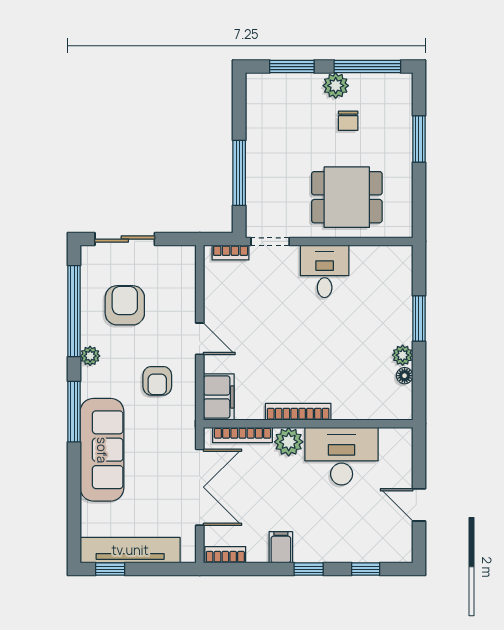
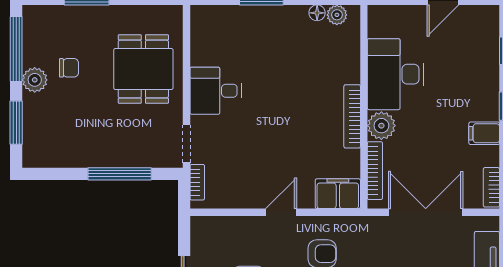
plant: (403, 355) -> (337, 15), moved

